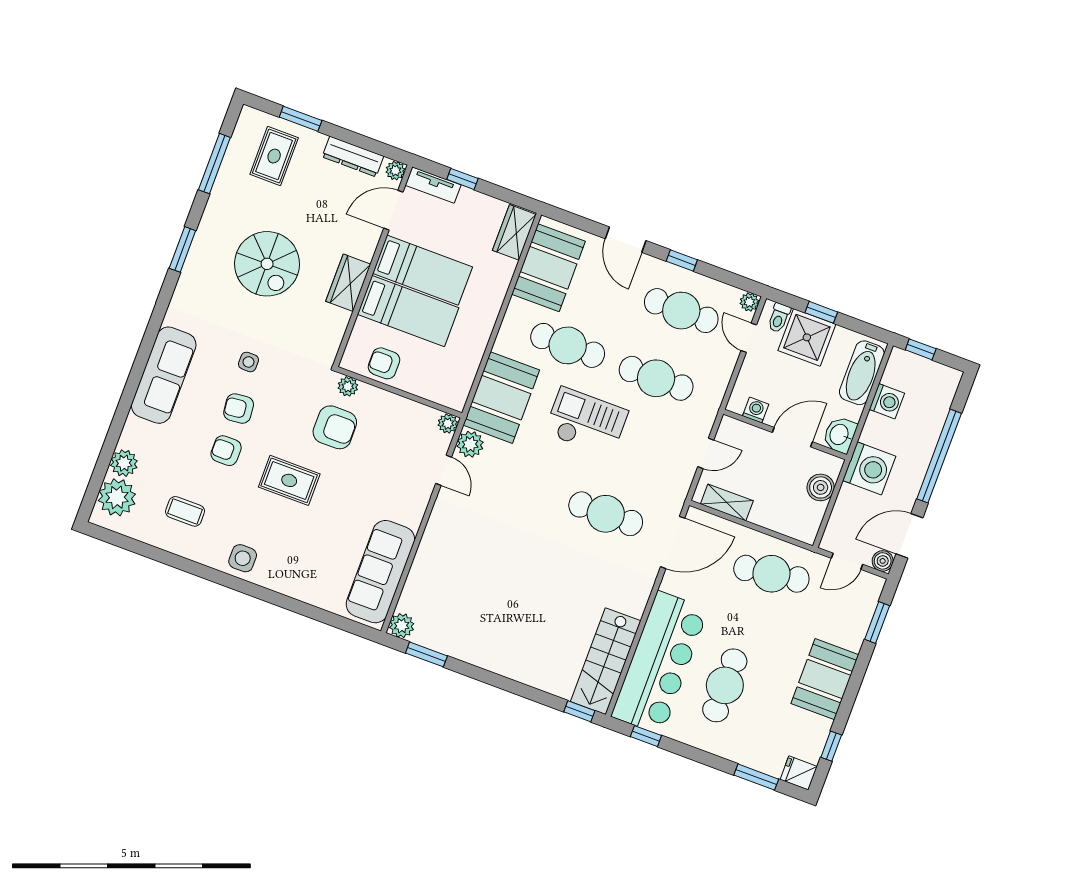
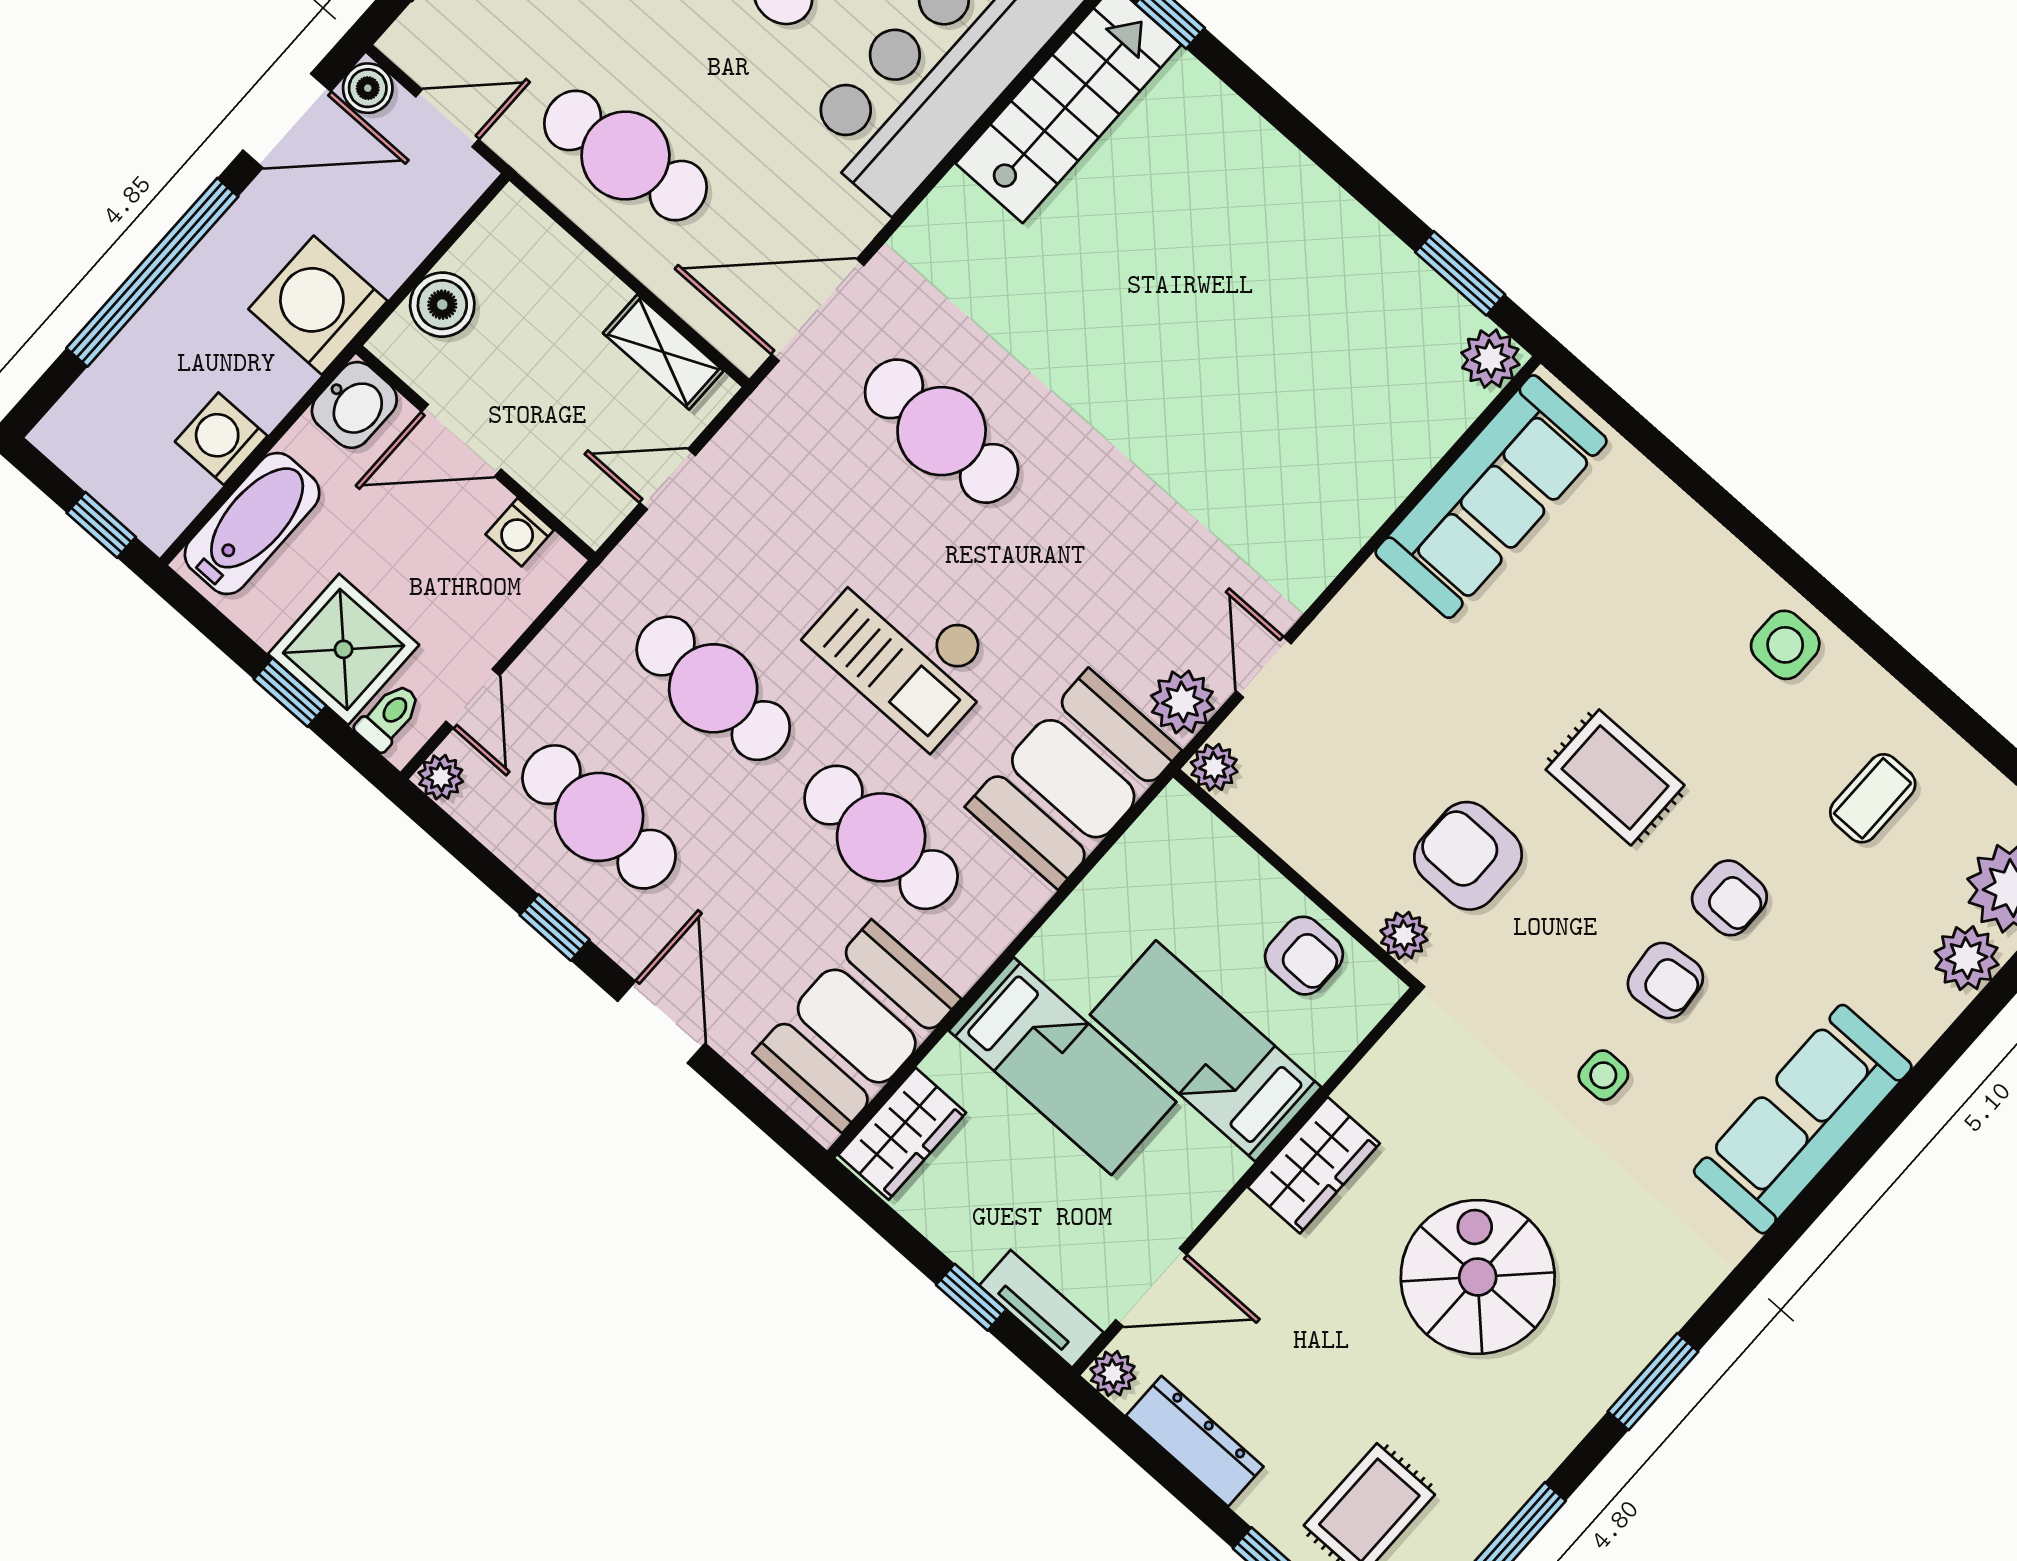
bed: (422, 270) -> (1062, 1066), moved, turned 180
coffee table: (185, 511) -> (1873, 798), turned 90

